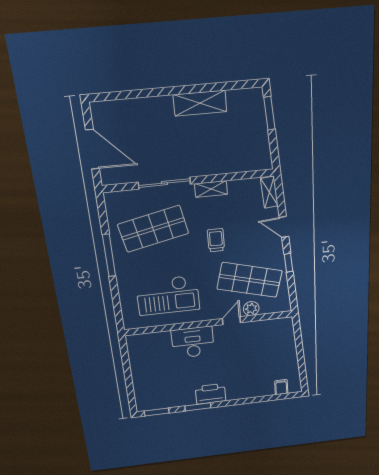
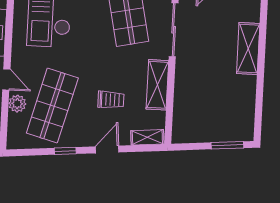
shelving: (200, 103) -> (248, 49), moved
shelving: (211, 189) -> (157, 85), width x1.50, depth x1.33
trolley: (216, 240) -> (111, 100), moved

